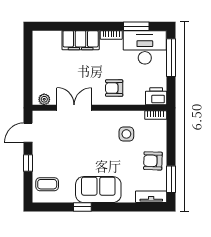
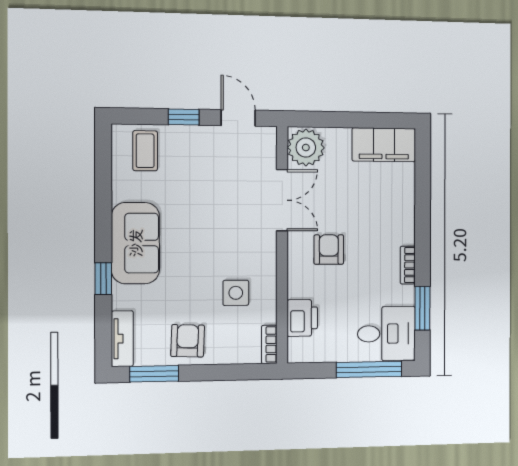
filing cabinet: (81, 40) -> (384, 145), moved, turned -90
desk: (145, 47) -> (386, 334), width x0.73
armchair: (114, 88) -> (329, 250), moved
printer: (156, 96) -> (302, 318), moved
plant: (44, 99) -> (306, 148), width x1.88, depth x1.88
window: (82, 207) -> (103, 279), moved

